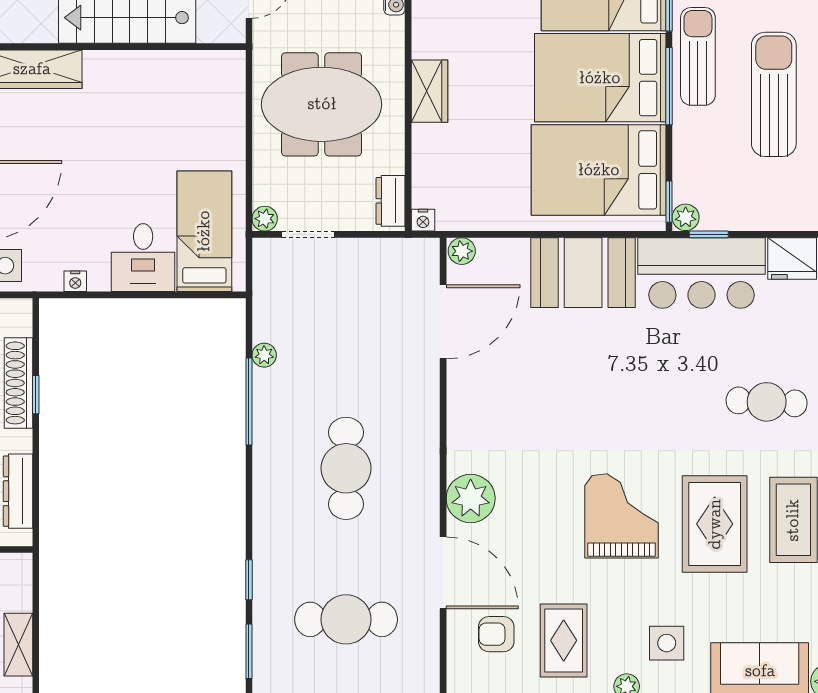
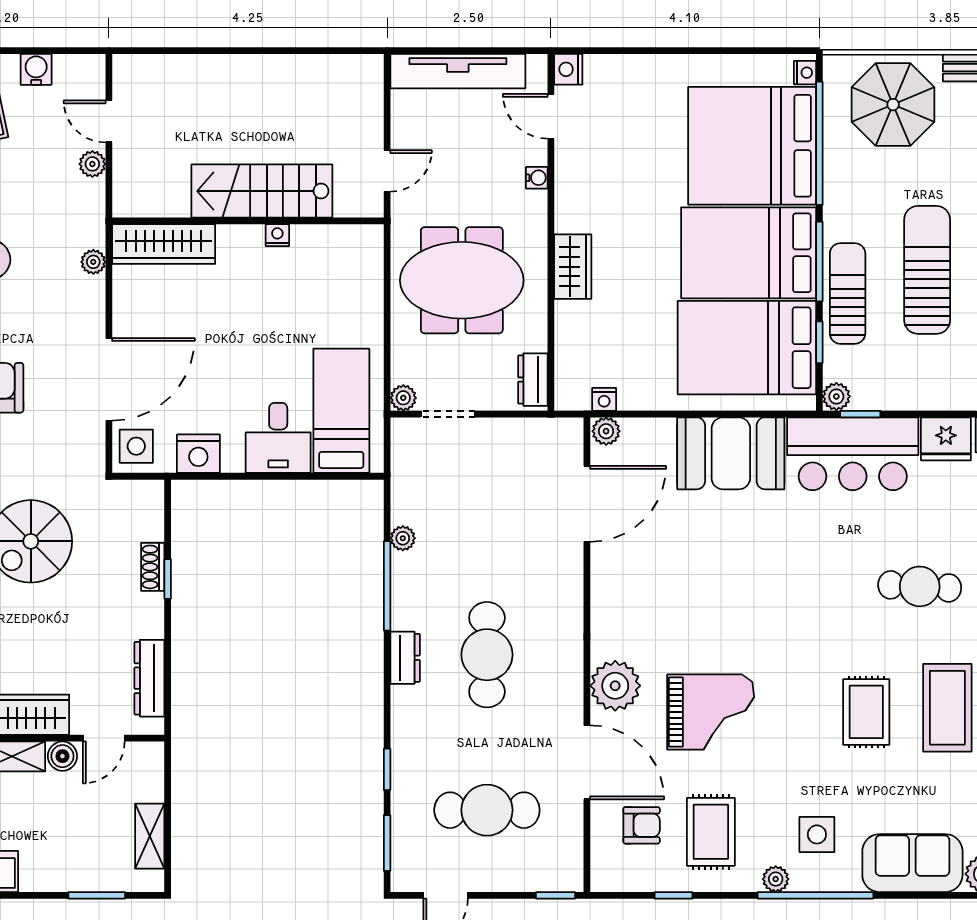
sun lounger: (698, 56) -> (848, 293), moved
nightstand: (142, 61) -> (277, 235), added
window: (669, 202) -> (819, 342), moved
nightstand: (423, 220) -> (604, 399), moved
nightstand: (75, 281) -> (198, 454), width x1.89, depth x1.79
shoe rack: (19, 383) -> (153, 567), width x0.51, depth x0.81
dresser: (266, 471) -> (405, 658), added
grand piano: (622, 516) -> (711, 712), moved, turned 90
rug: (715, 524) -> (866, 712), width x0.73, depth x0.70
armchair: (496, 634) -> (642, 825), turned 180

